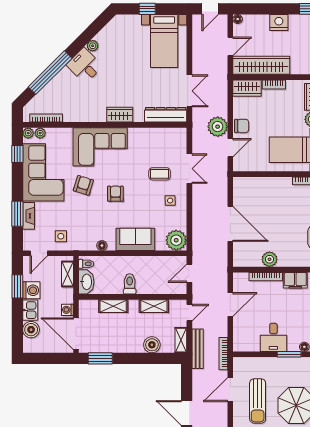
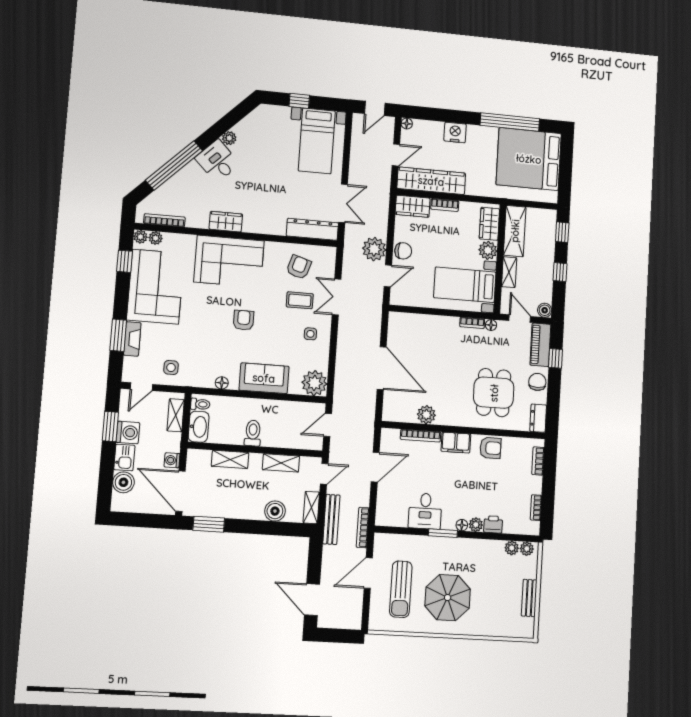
wardrobe: (120, 115) -> (226, 222), moved
double door: (189, 169) -> (337, 297), swing flipped
armchair: (83, 185) -> (299, 267), moved

